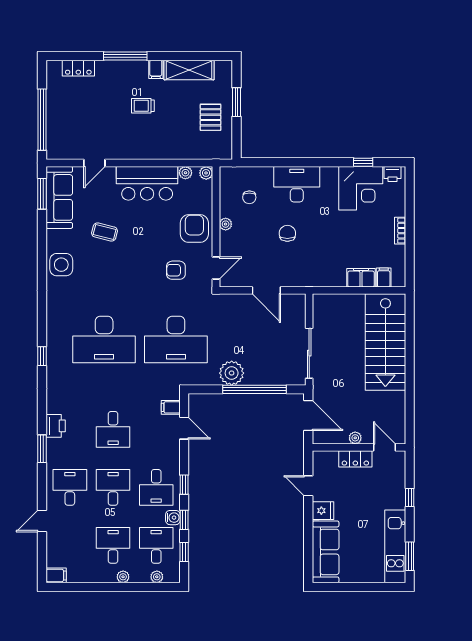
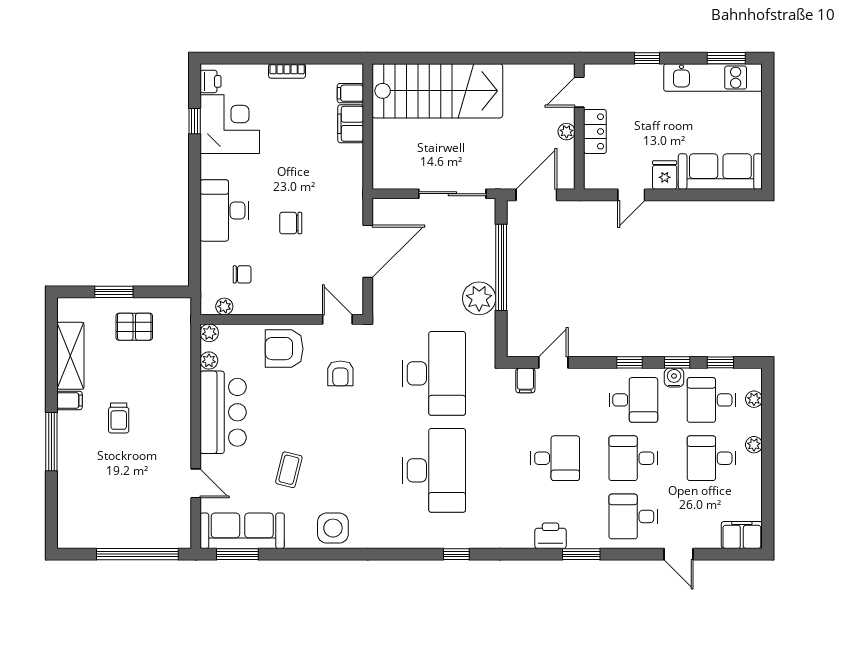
locker: (78, 68) -> (68, 505), removed
plant: (226, 224) -> (224, 306), moved
door: (266, 290) -> (368, 251), width x1.36
filing cabinet: (56, 575) -> (742, 535), width x2.00

